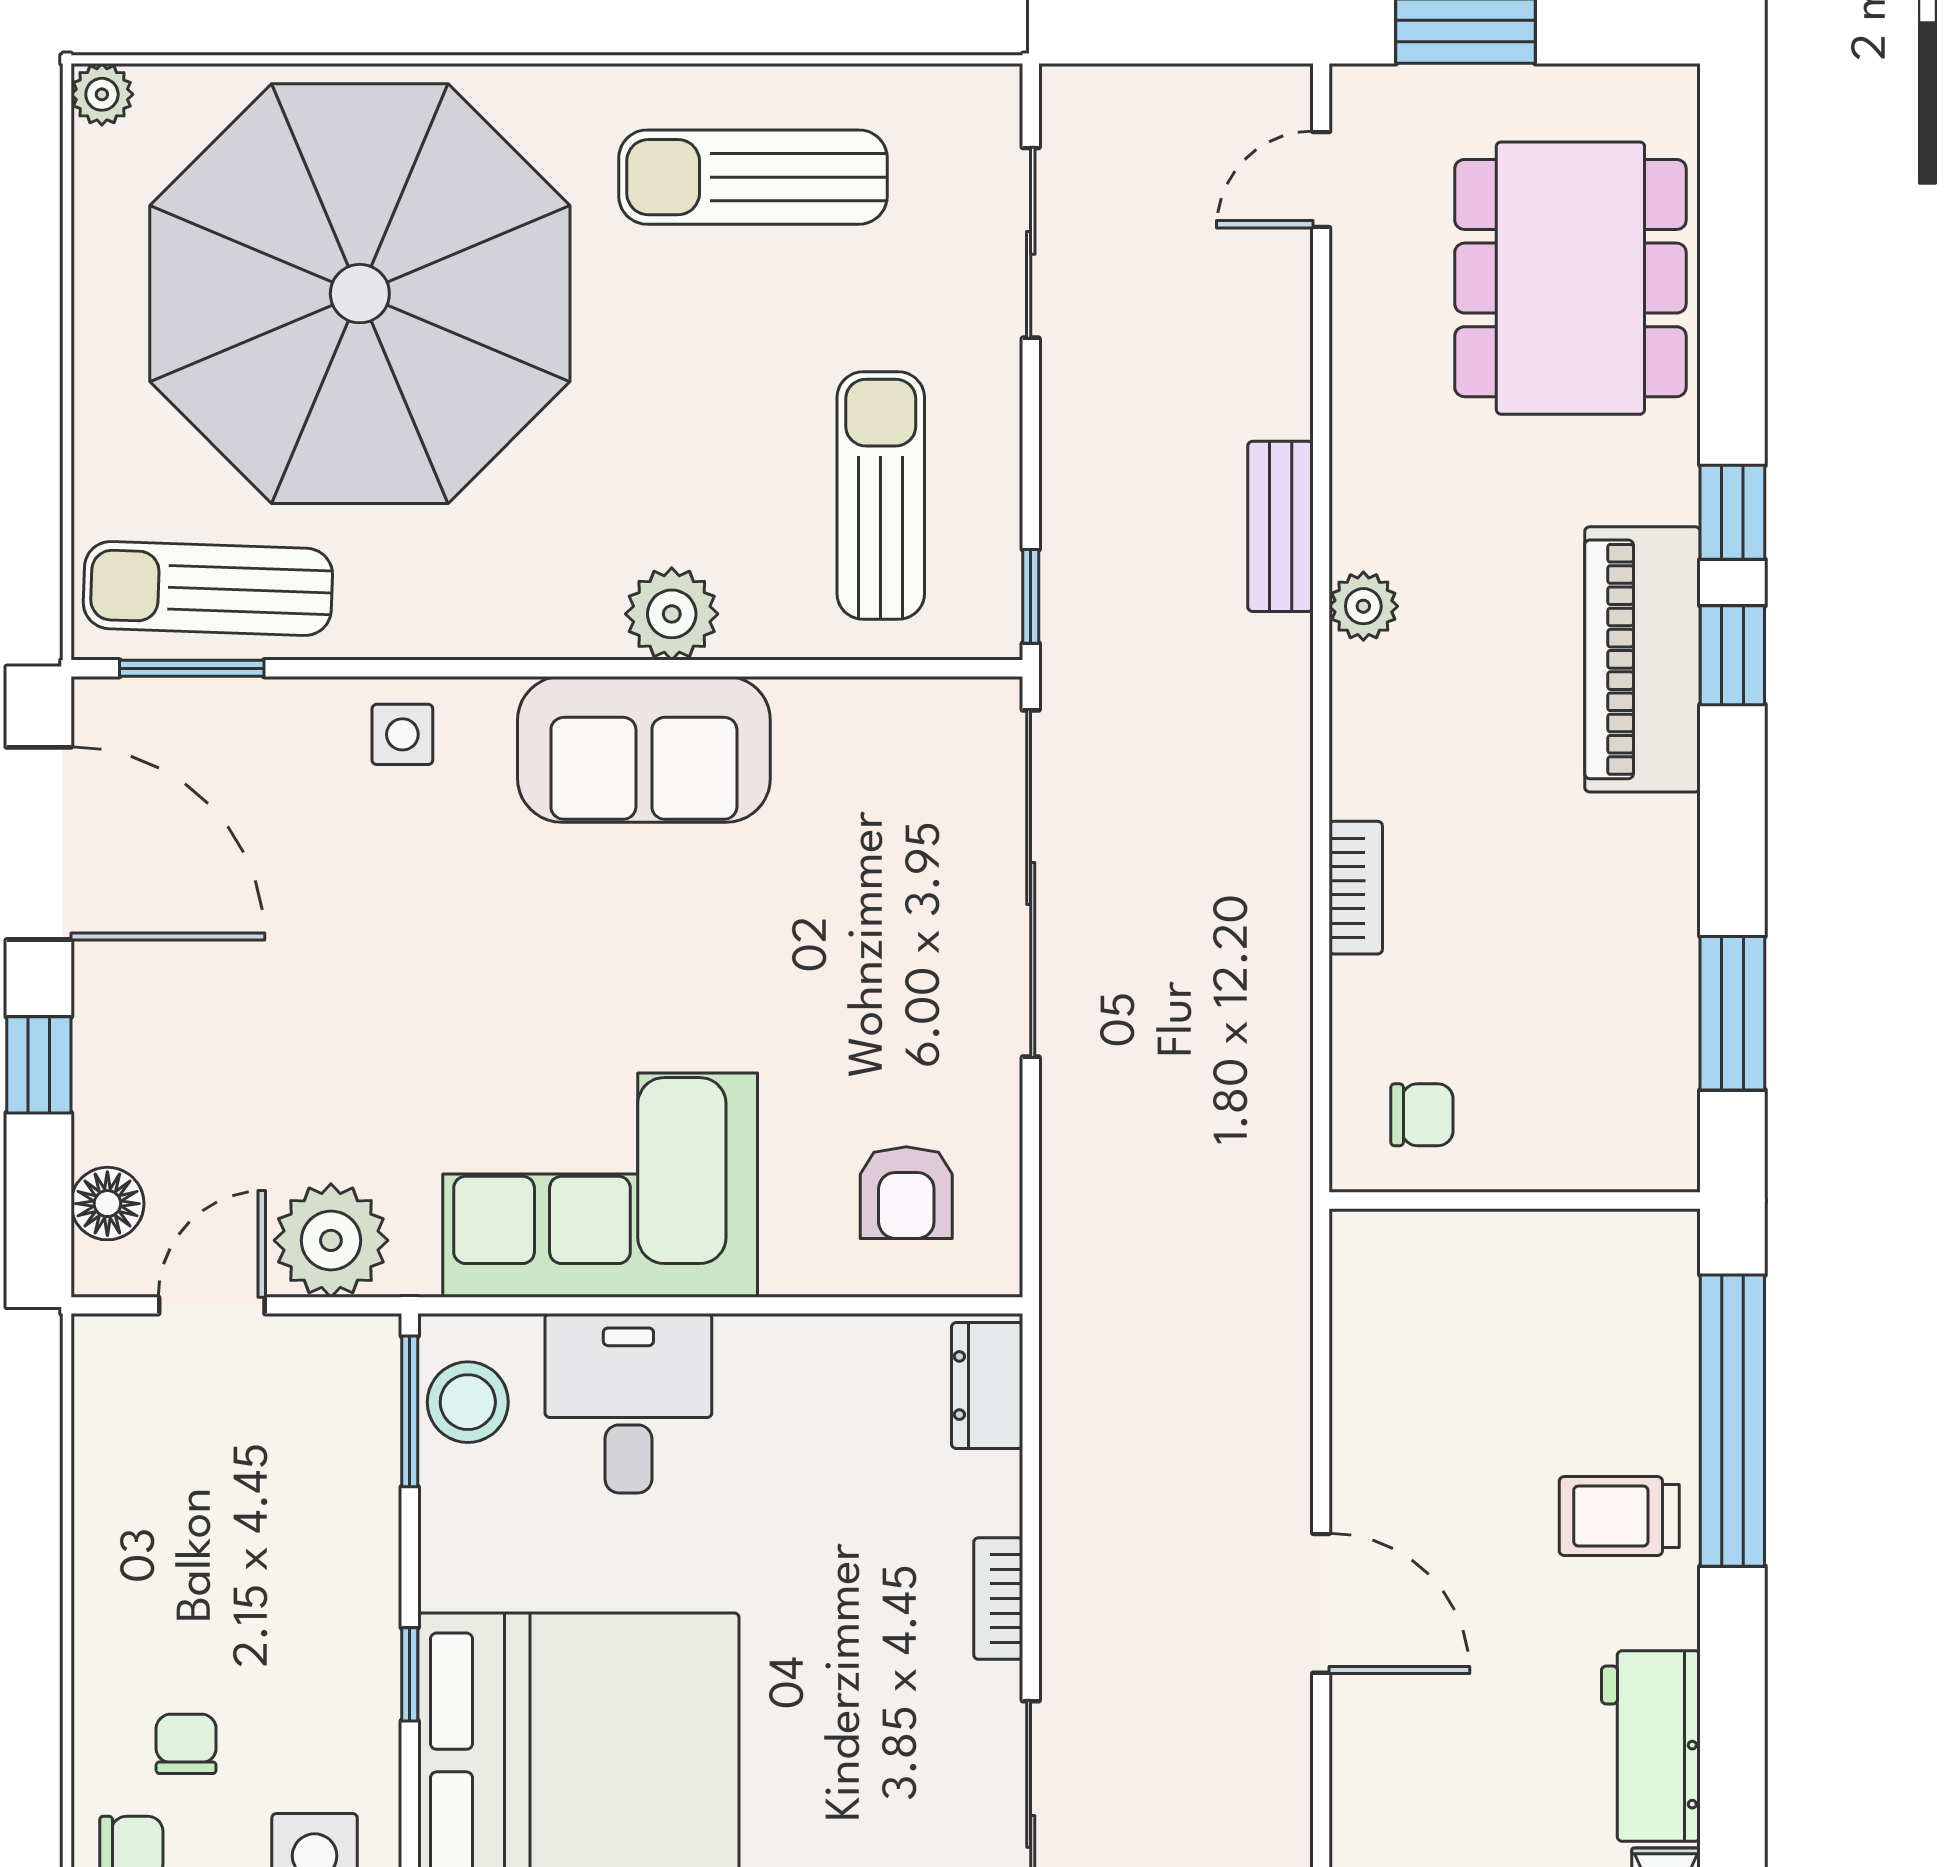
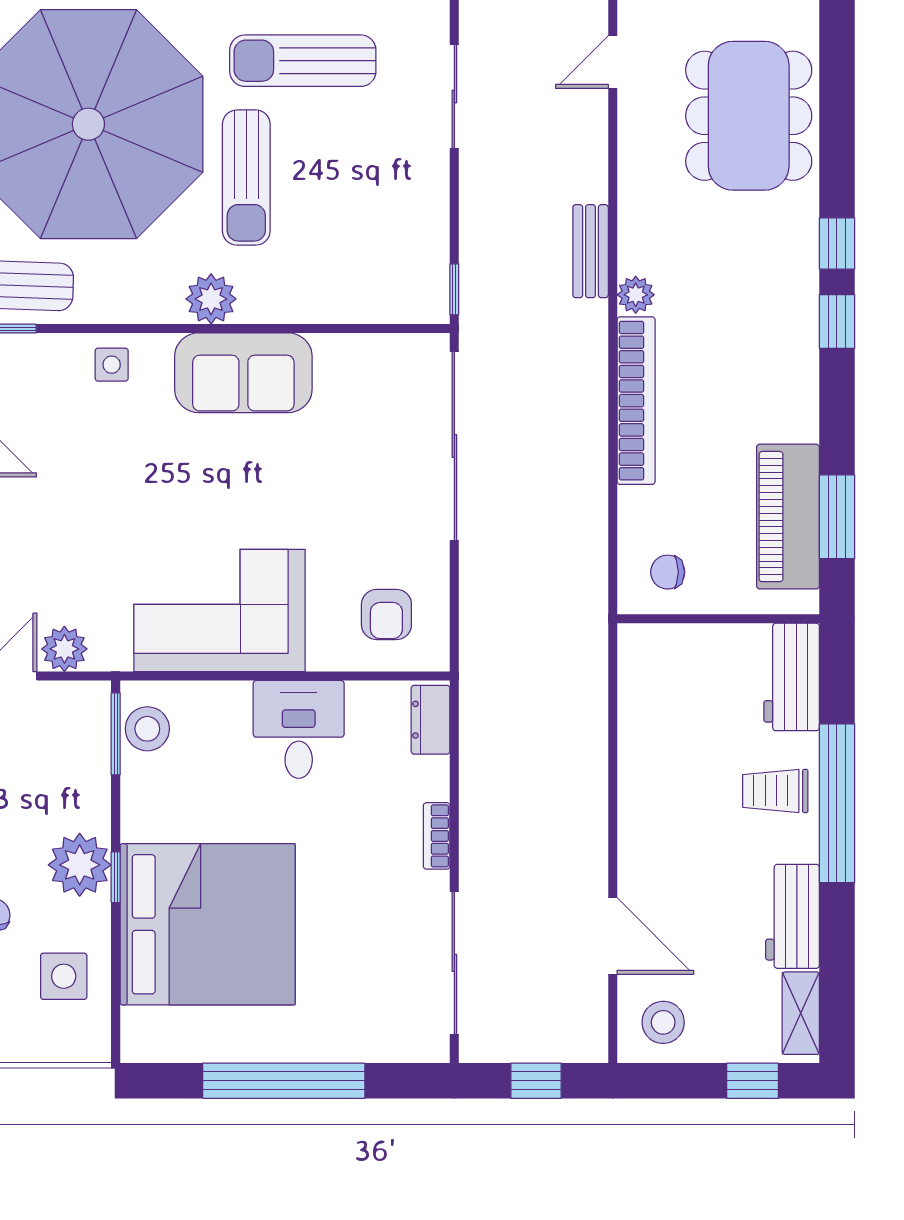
sun lounger: (881, 496) -> (246, 178), moved, turned 180
plant: (672, 614) -> (211, 299), moved
piano: (1642, 659) -> (788, 517), moved
bookcase: (1356, 888) -> (636, 401), width x2.31, depth x1.31
chair: (1422, 1115) -> (668, 572), turned 180
plant: (331, 1240) -> (64, 649), width x0.73, depth x0.73
workbench: (1649, 1307) -> (792, 677), added
desk: (628, 1403) -> (299, 729), moved
window: (1732, 1421) -> (837, 803), moved
door: (1321, 1603) -> (613, 936), moved
plant: (344, 1651) -> (80, 865), added

